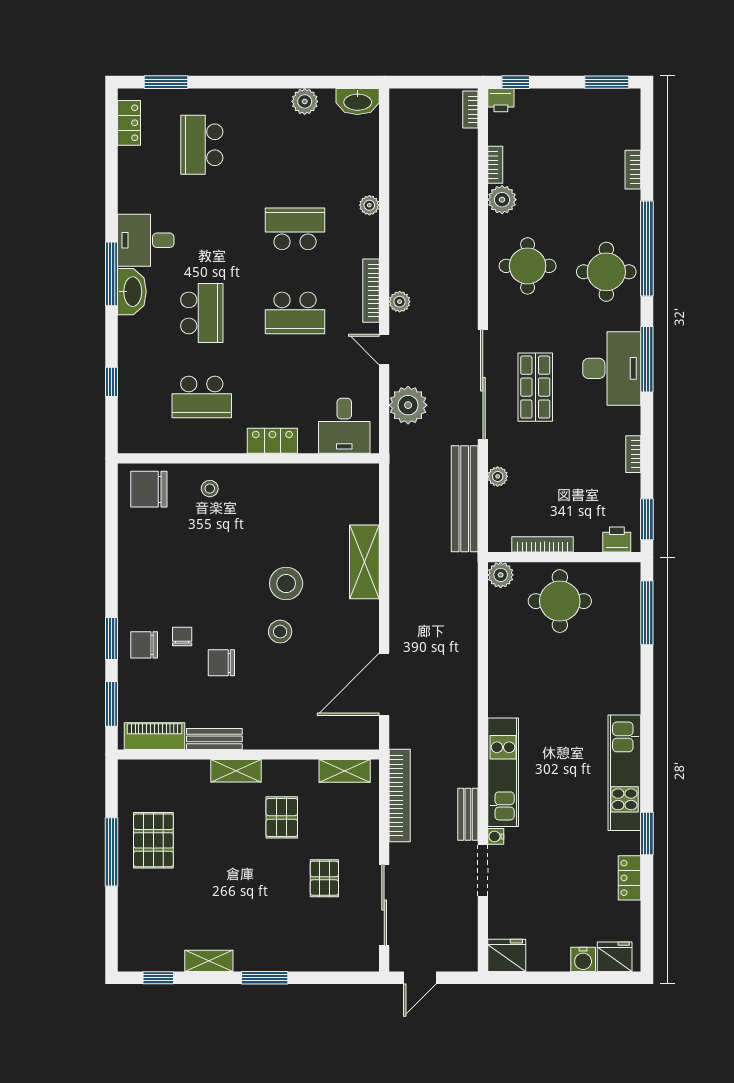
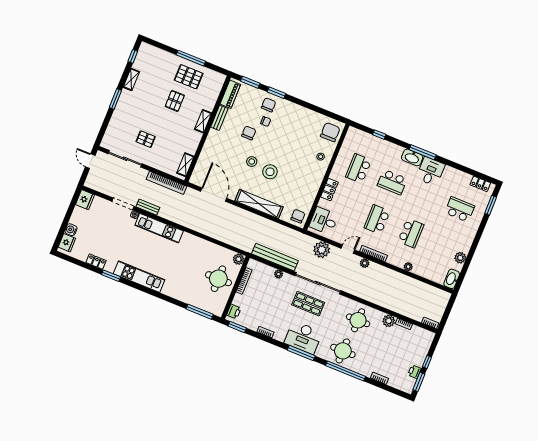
window: (516, 82) -> (427, 362), moved
printer: (501, 100) -> (415, 372), moved
chair: (357, 485) -> (298, 216), added
shelving: (364, 562) -> (259, 204), width x1.47
pallet: (282, 817) -> (175, 101), moved, turned 90

